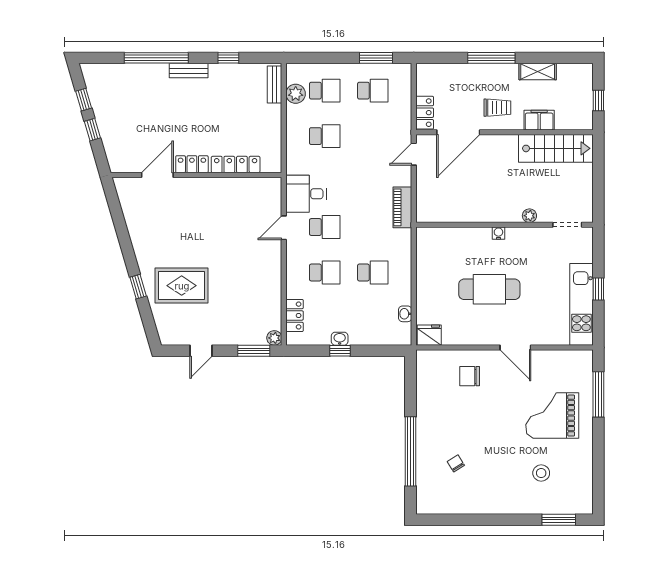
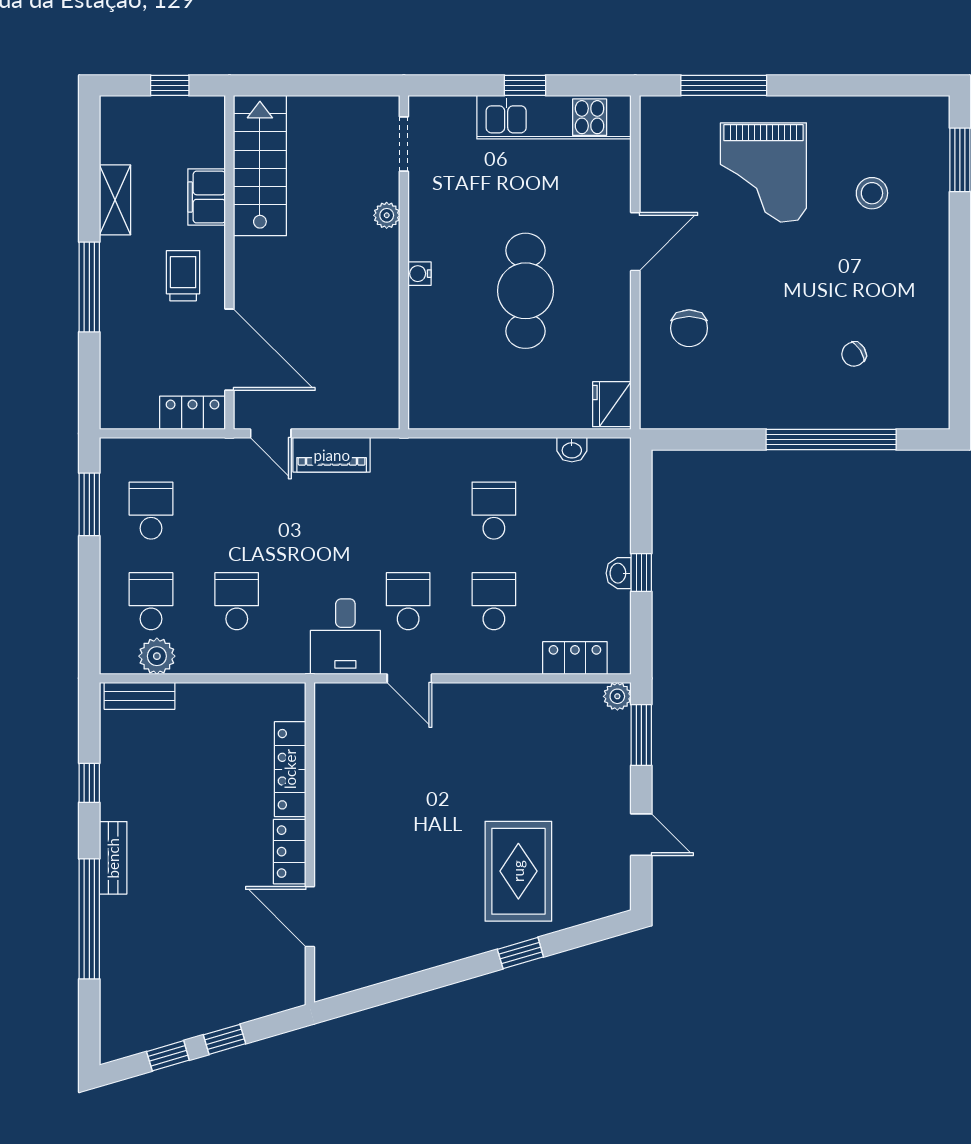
piano: (402, 207) -> (332, 455), moved

